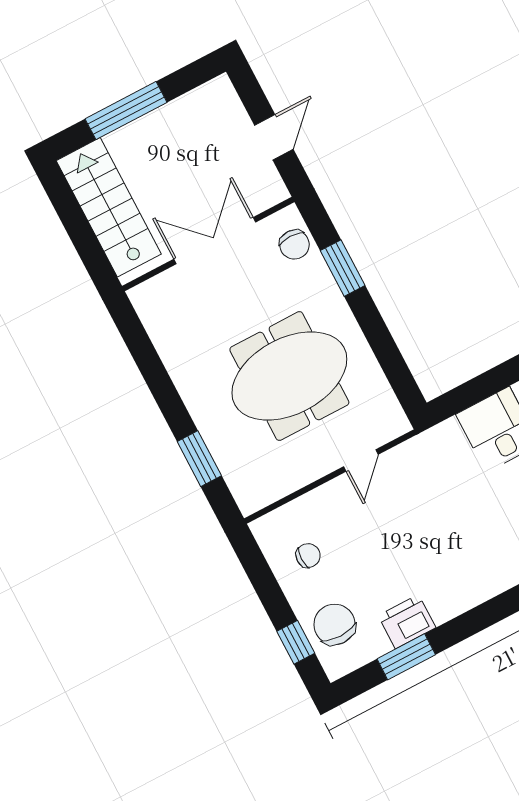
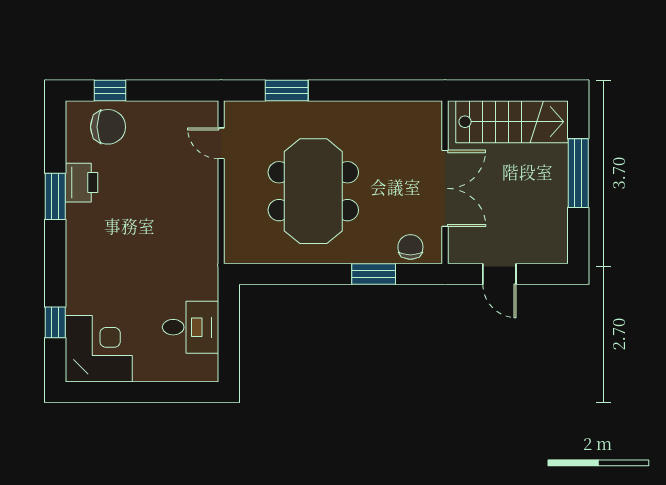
chair: (294, 245) -> (410, 247), turned 90
door: (361, 461) -> (221, 143), moved
chair: (308, 556) -> (170, 134), removed
window: (406, 657) -> (55, 196), moved

